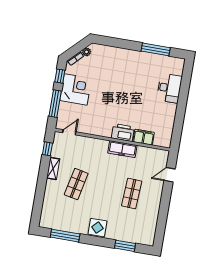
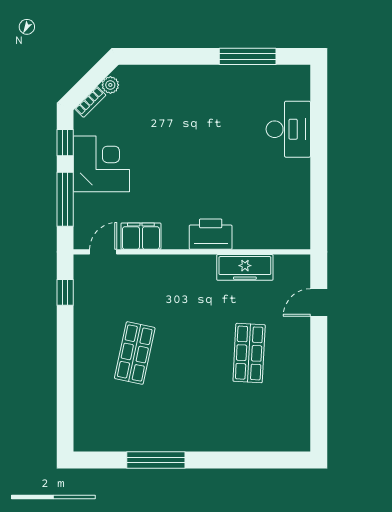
filing cabinet: (144, 137) -> (141, 236), moved
freezer: (122, 149) -> (245, 267), moved
shelving: (53, 169) -> (83, 330), removed
display table: (97, 228) -> (192, 433), removed
window: (65, 236) -> (156, 460), moved
window: (125, 246) -> (254, 460), removed

